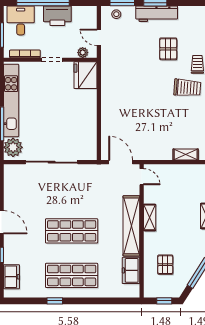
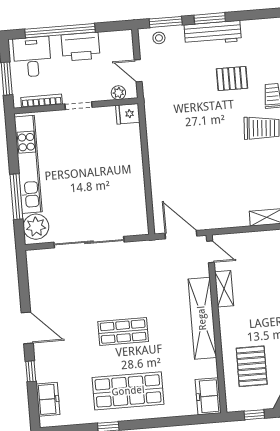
pallet: (168, 49) -> (232, 78), turned 90
fridge: (85, 75) -> (128, 114), width x0.53, depth x0.75
shelving: (150, 217) -> (224, 289), moved
shop shelf: (72, 231) -> (123, 332), width x0.70, depth x0.74
pallet: (165, 265) -> (252, 366), width x1.50, depth x1.42
freezer: (131, 270) -> (208, 396), moved

